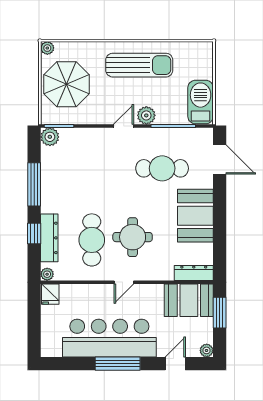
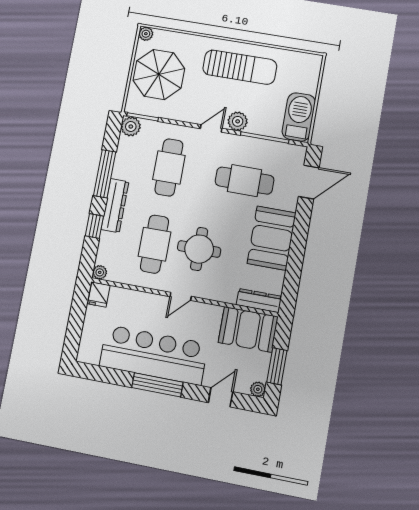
door: (220, 160) -> (309, 182), hinge flipped
cafe table: (92, 168) -> (169, 167), added
dresser: (49, 238) -> (115, 206), moved
window: (220, 313) -> (277, 366), moved

